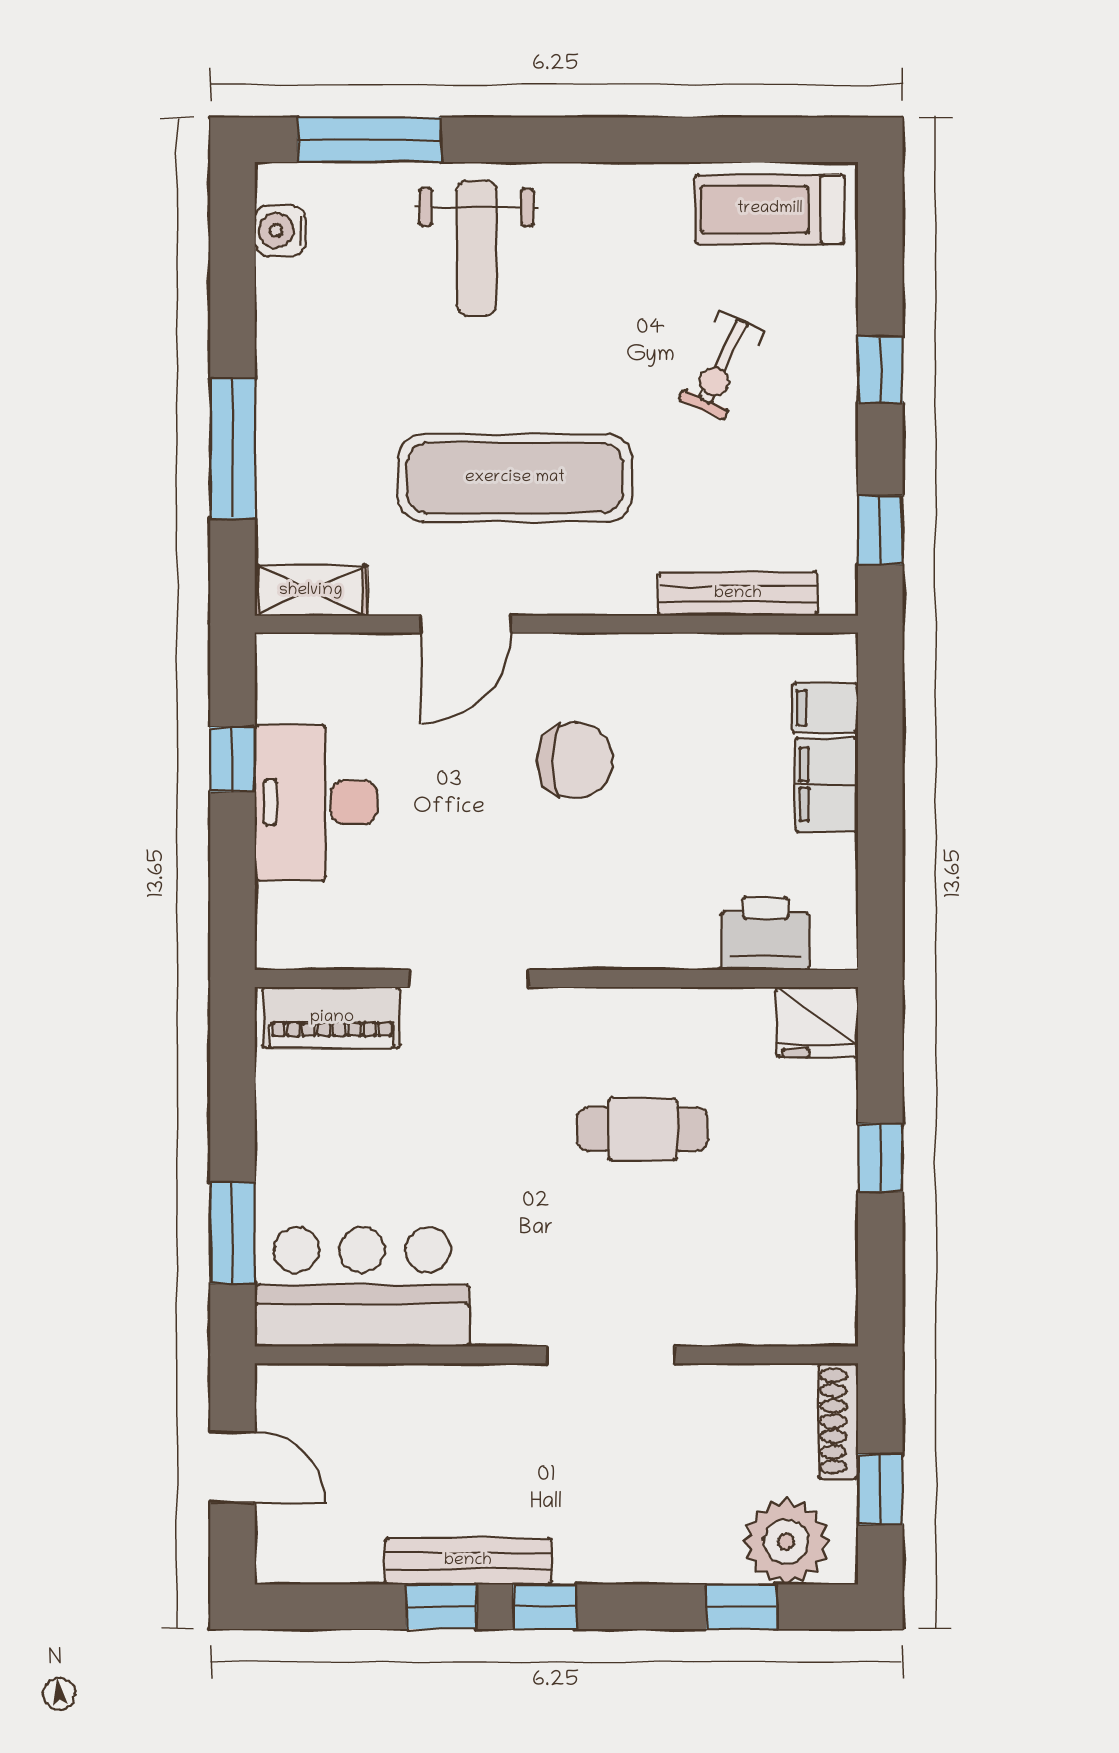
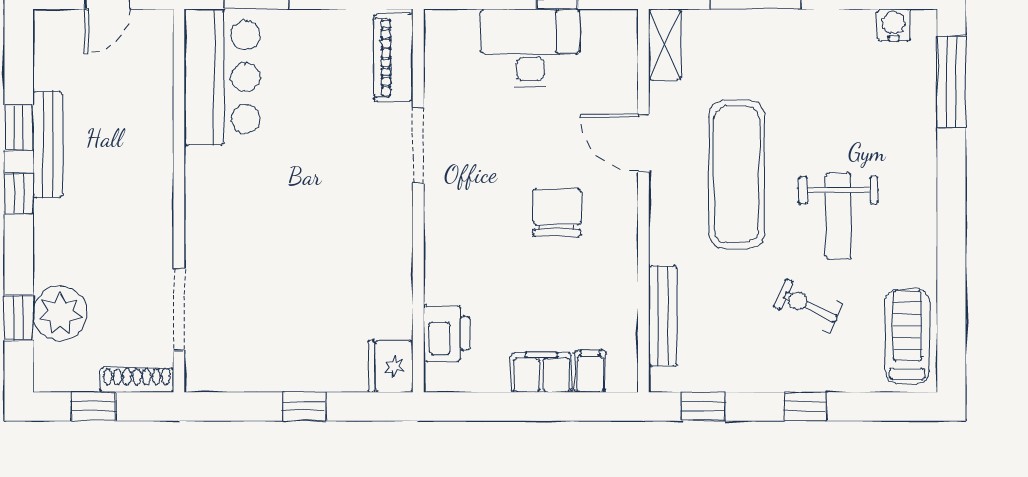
weight bench: (477, 248) -> (838, 216), moved, turned -90
chair: (575, 760) -> (557, 213), turned 180
cafe table: (642, 1129) -> (323, 255), removed
doorway: (610, 1355) -> (179, 309), moved
plant: (786, 1542) -> (60, 313), moved

